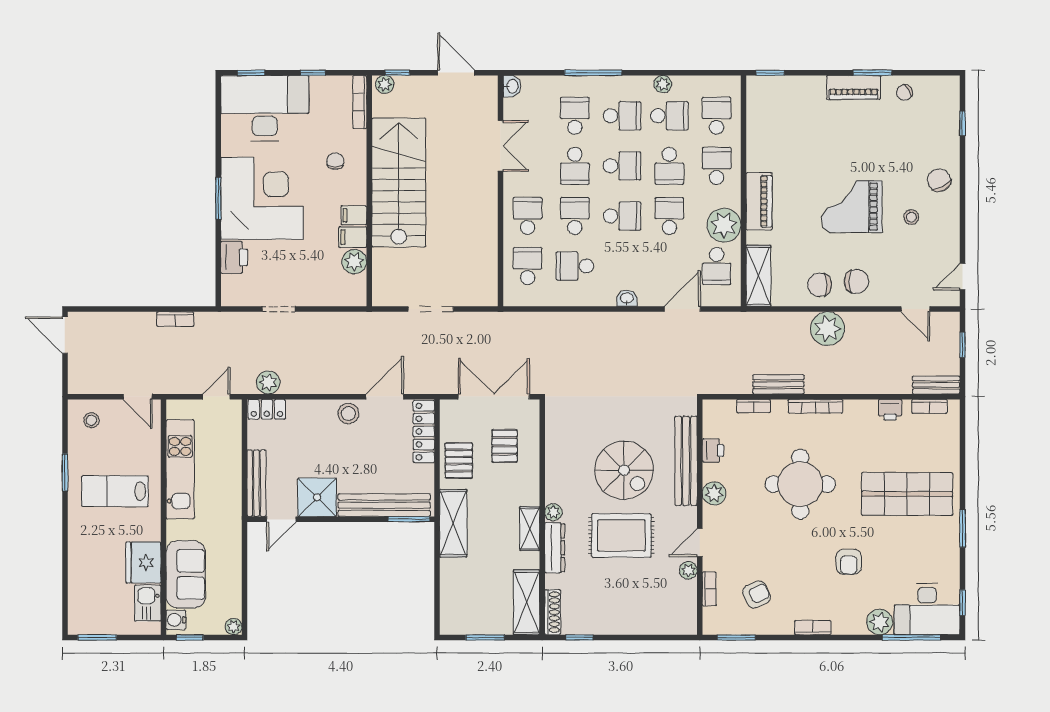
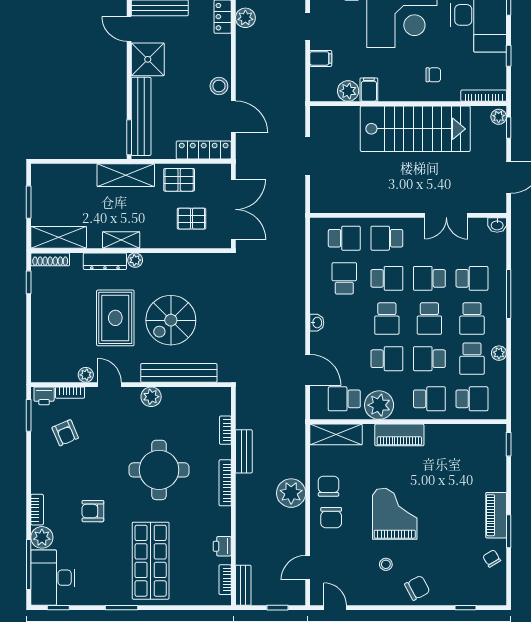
filing cabinet: (354, 215) -> (321, 58), moved, turned 90
school desk: (528, 216) -> (387, 238), turned 180
printer: (713, 450) -> (44, 396), moved
bookcase: (813, 628) -> (37, 510), moved

